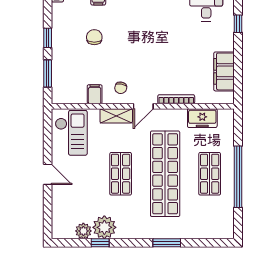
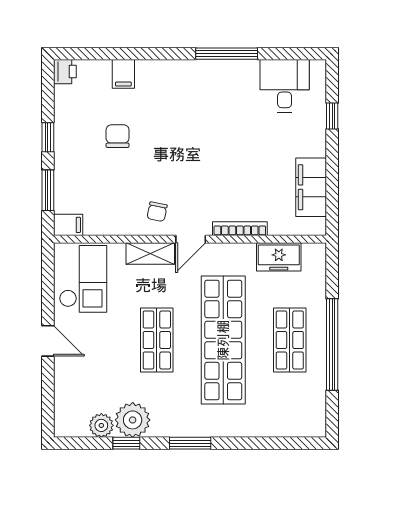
filing cabinet: (95, 94) -> (68, 225), moved, turned 90
window: (167, 243) -> (190, 443), moved

